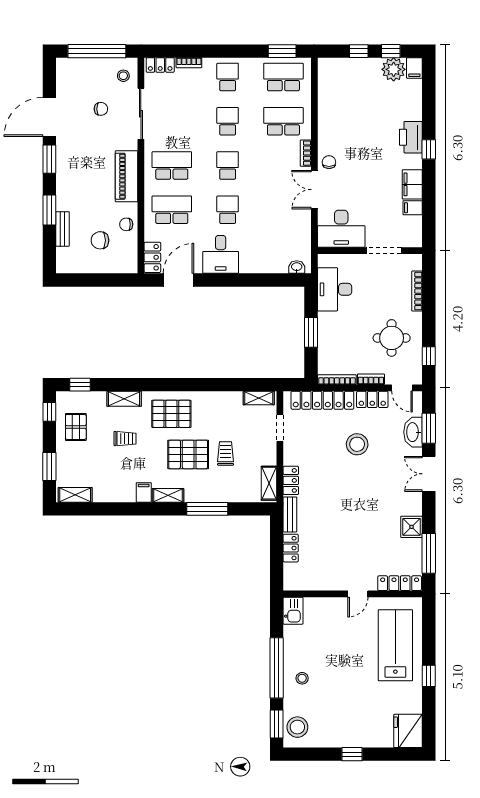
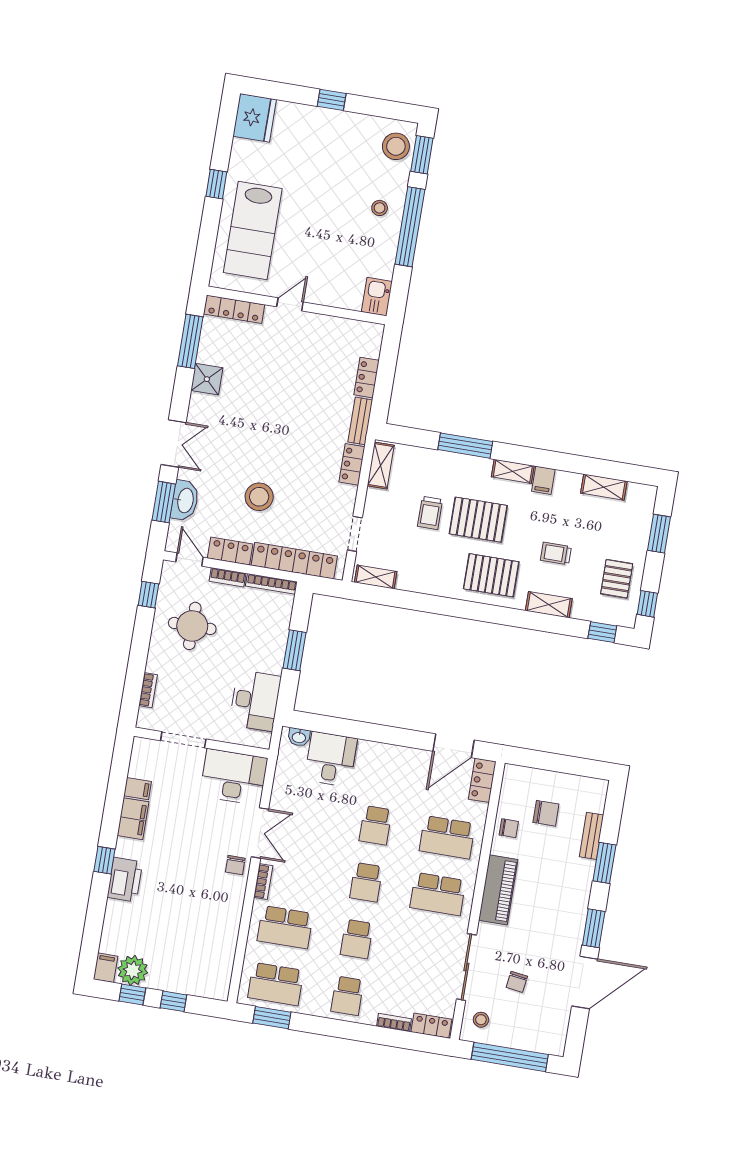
chair: (101, 109) -> (517, 982), turned -82
desk: (221, 254) -> (331, 759), moved
bookcase: (417, 291) -> (148, 690), width x0.64
shelving: (75, 495) -> (604, 487), moved

